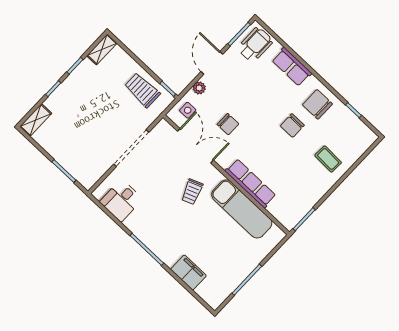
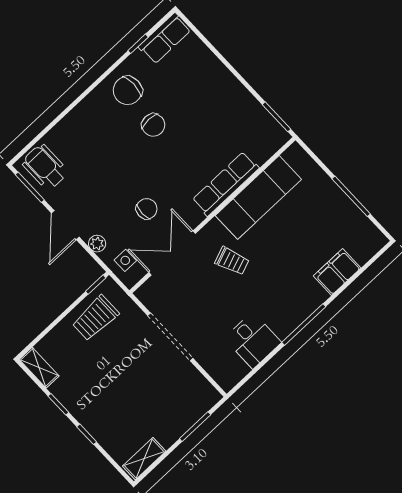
door: (212, 63) -> (65, 225), hinge flipped
row of seats: (292, 67) -> (165, 38), moved
shelving: (36, 120) -> (144, 459), moved, turned 90
coffee table: (328, 159) -> (200, 81), removed
desk: (121, 200) -> (253, 340), moved

